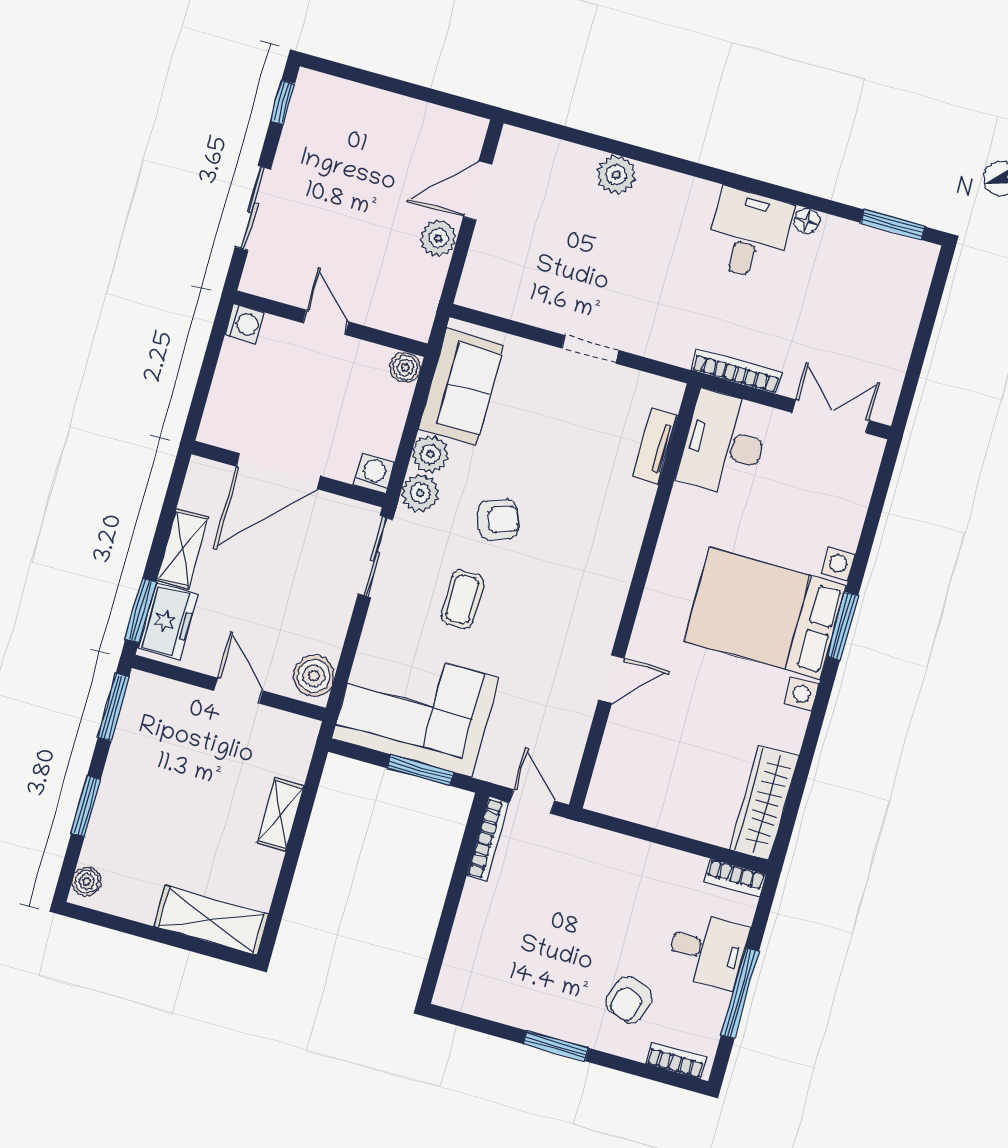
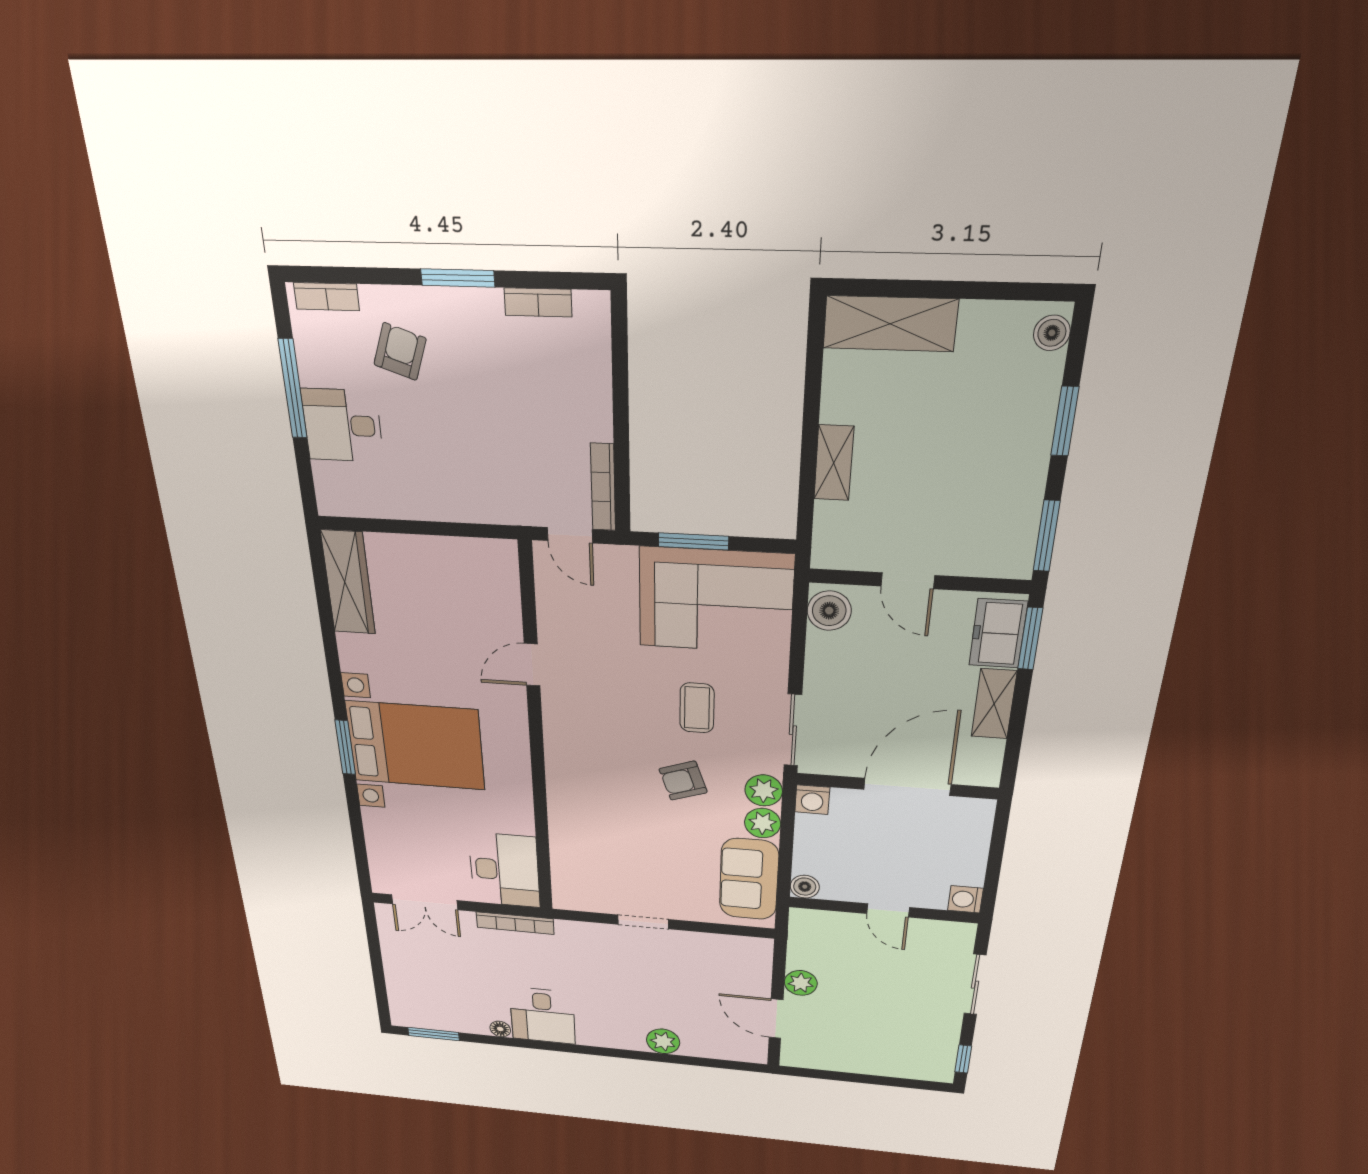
door: (478, 191) -> (776, 1019), swing flipped
tv unit: (655, 446) -> (562, 859), removed
bookcase: (735, 877) -> (538, 302), moved, turned 180

